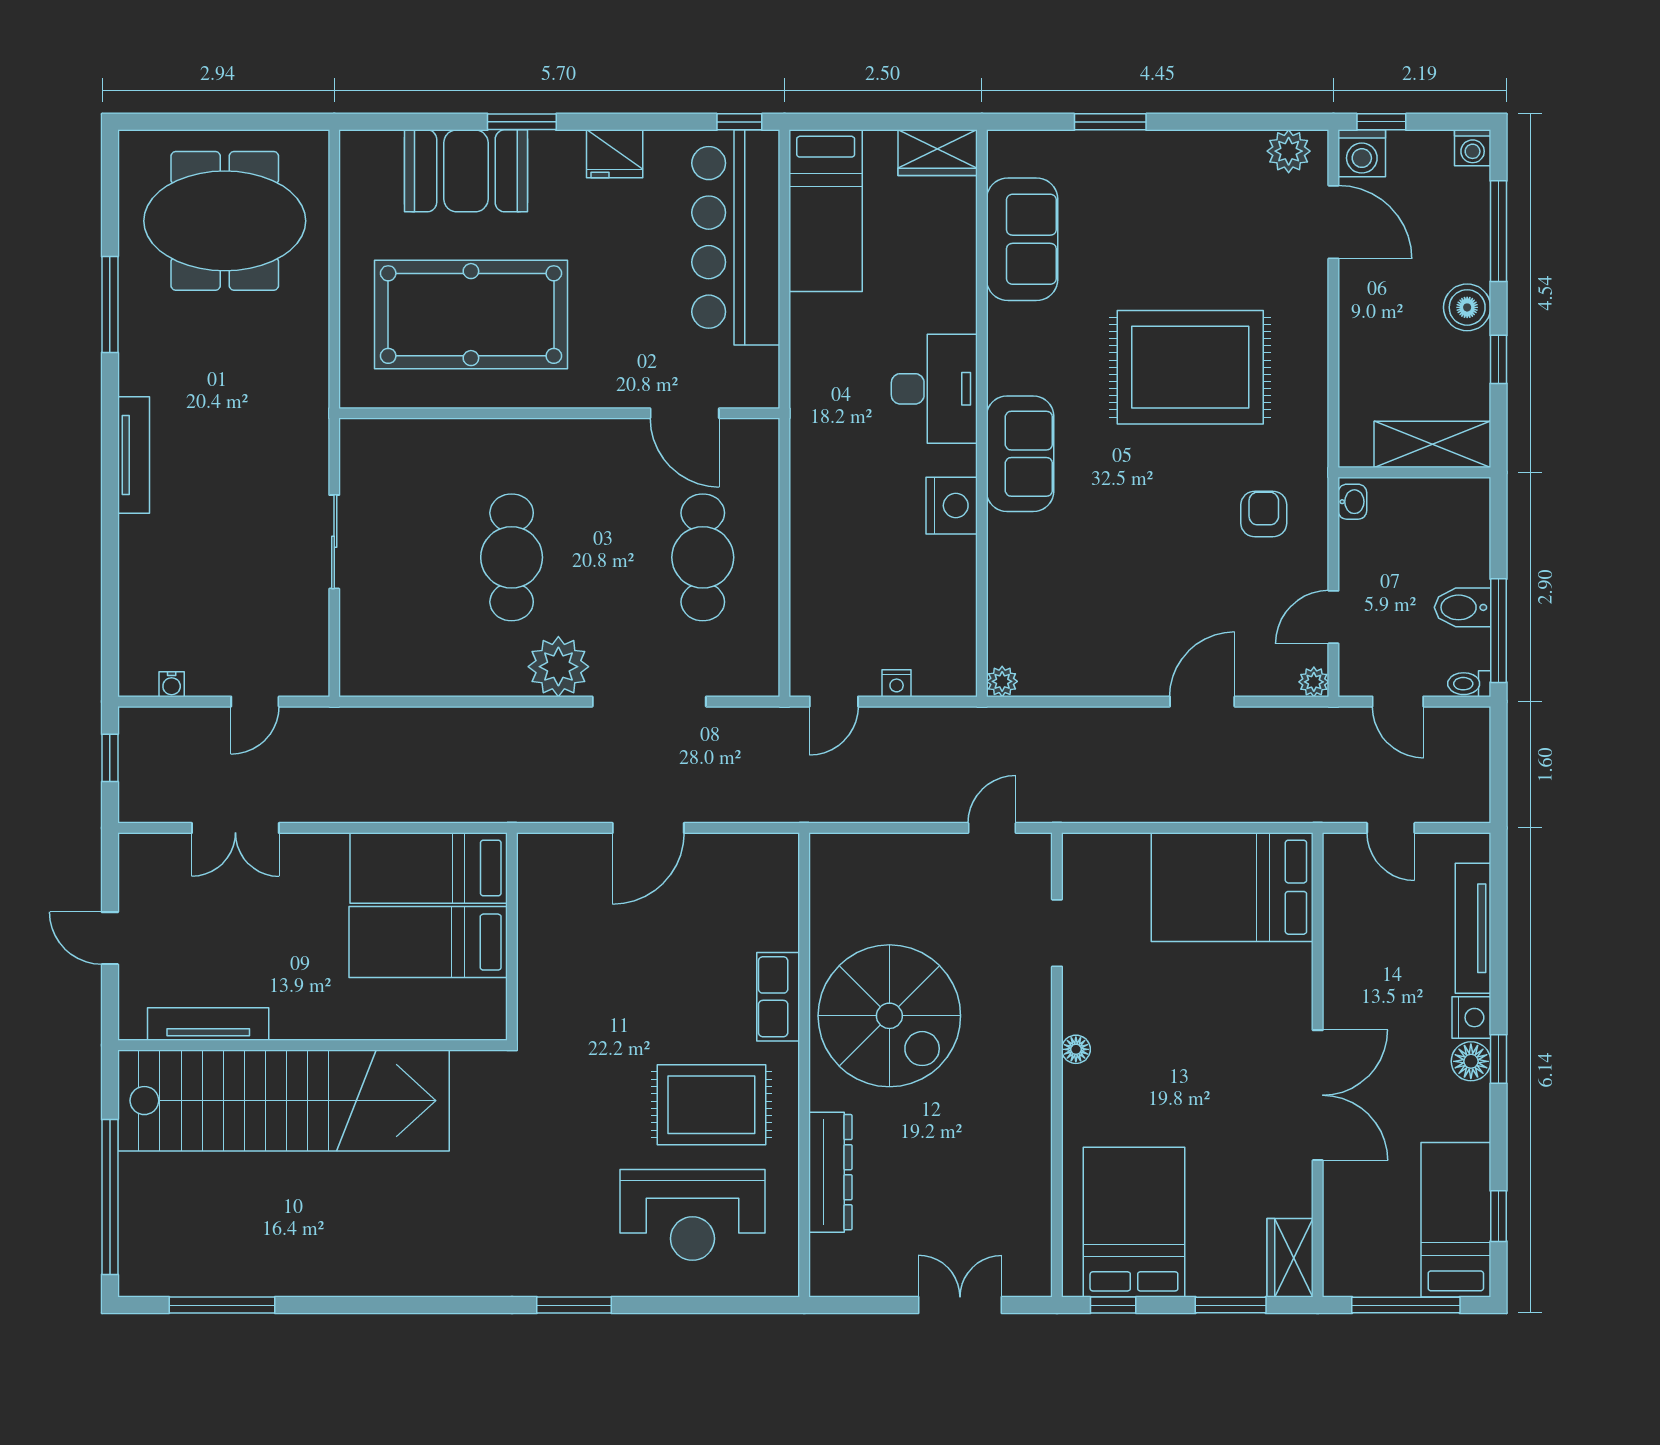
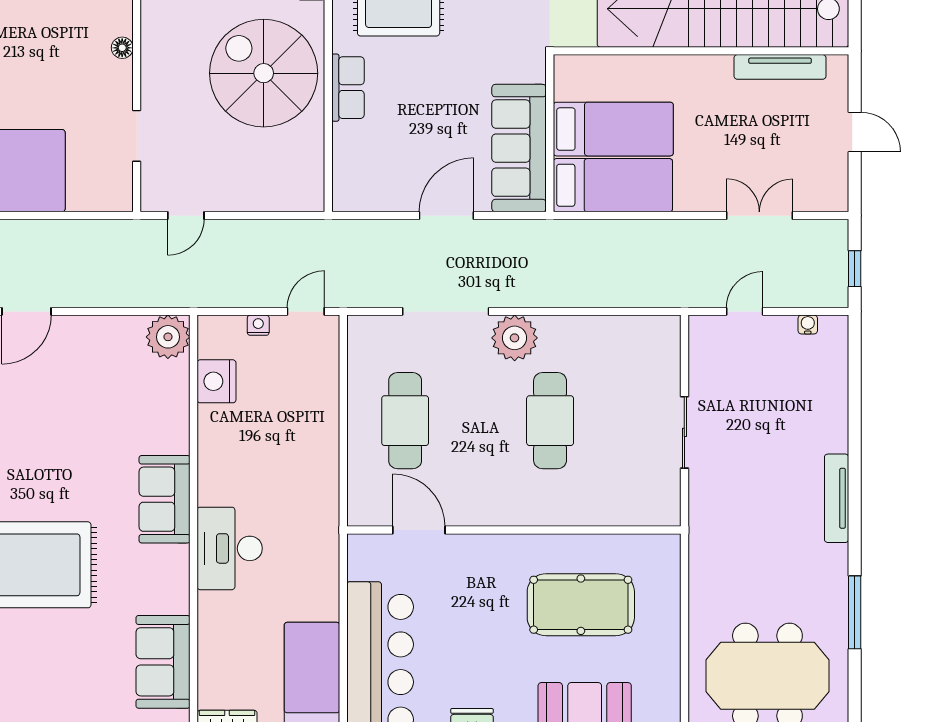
pool table: (471, 315) -> (581, 605), width x0.73, depth x0.76
nightstand: (952, 506) -> (216, 381), moved
plant: (1002, 681) -> (168, 337), width x1.88, depth x1.88
sofa: (553, 917) -> (519, 148), added

